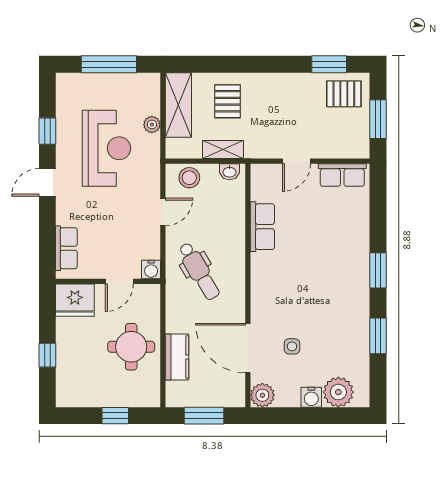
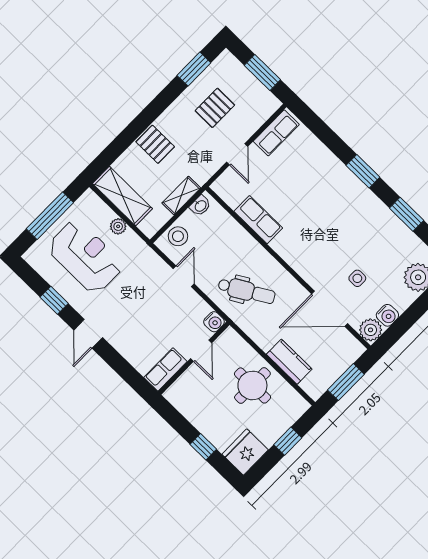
pallet: (344, 94) -> (215, 108), moved
pallet: (227, 101) -> (155, 144), moved
reception desk: (107, 148) -> (85, 257), moved
row of seats: (66, 248) -> (165, 369), moved, turned -90
fridge: (75, 300) -> (245, 452), moved, turned 180
water cooler: (311, 397) -> (387, 315), moved

